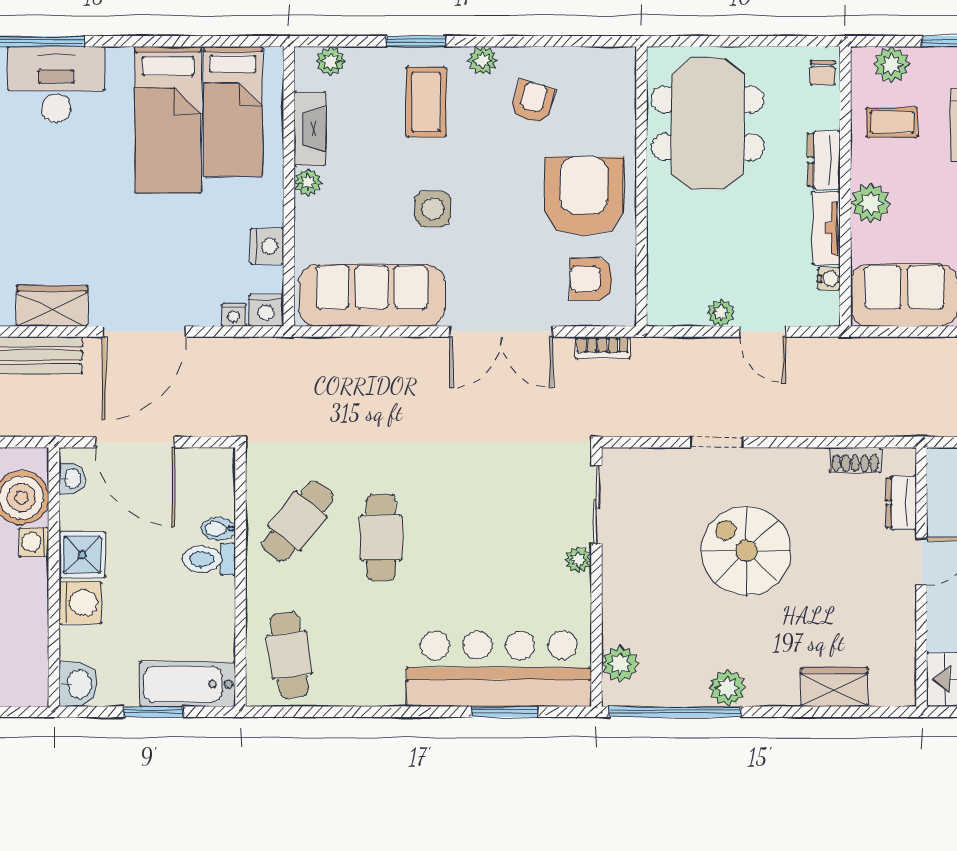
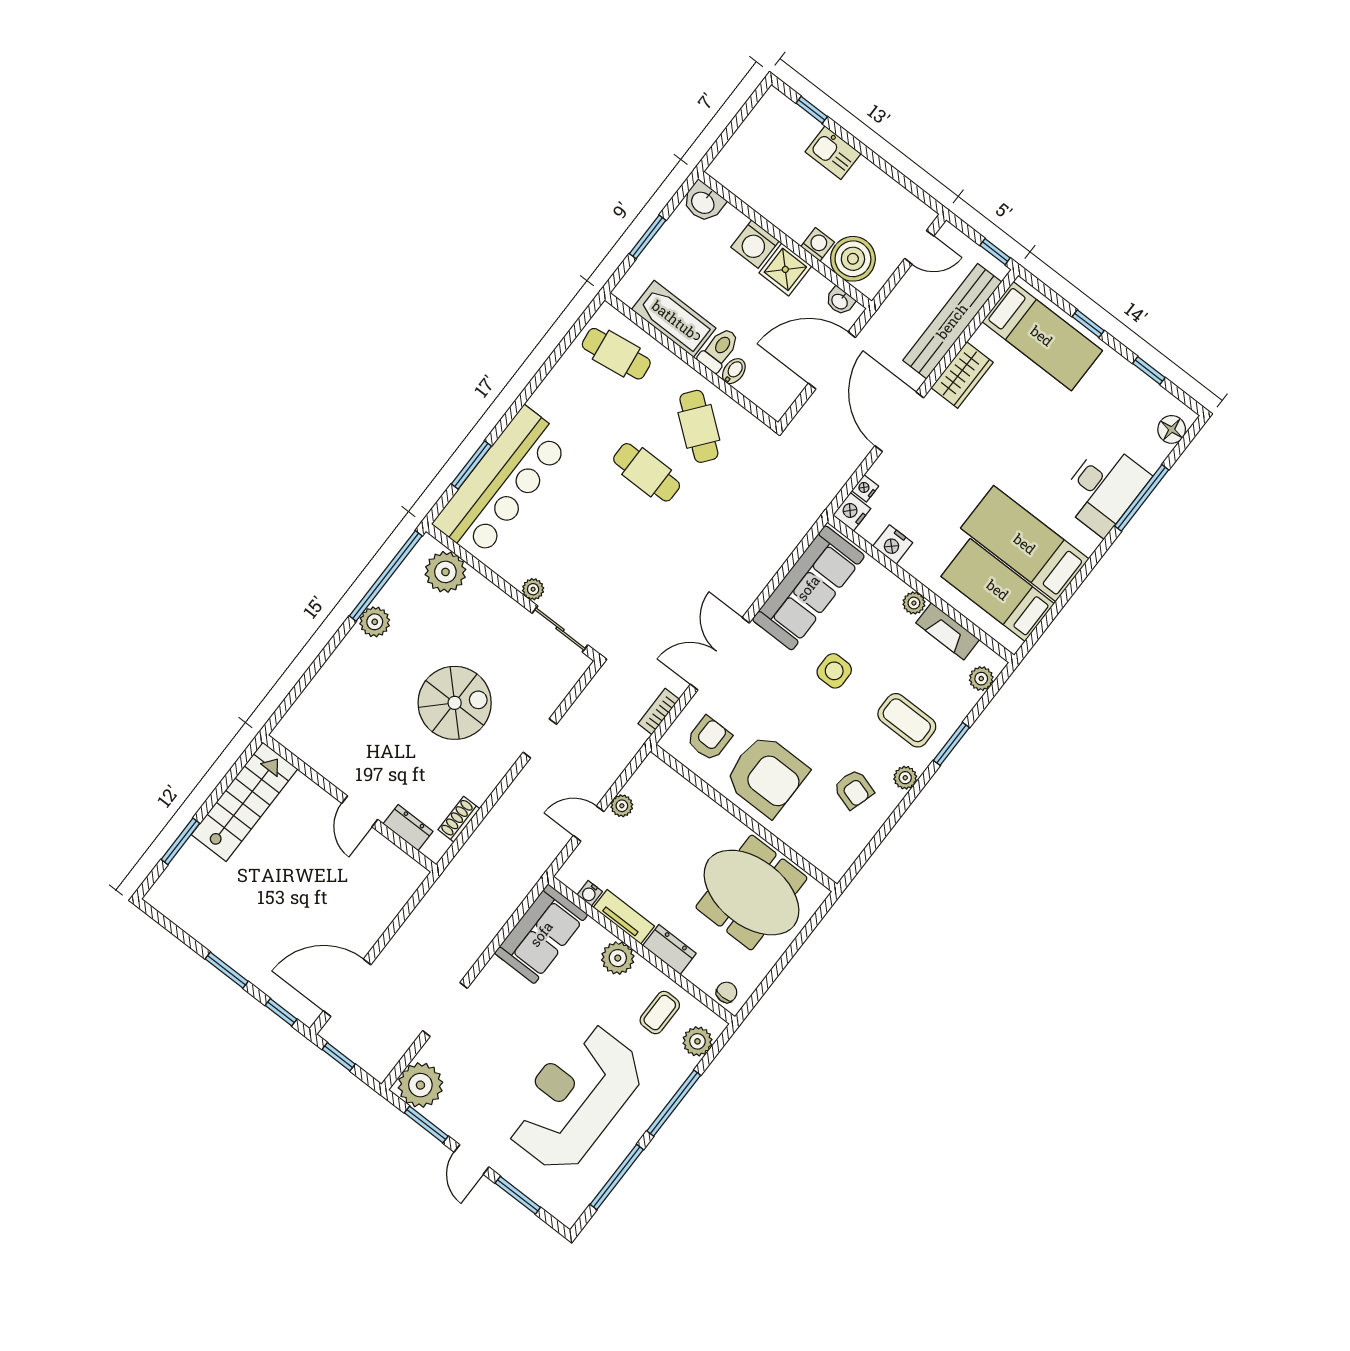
chair: (823, 73) -> (727, 992), turned 90
plant: (620, 664) -> (445, 572), width x1.36, depth x1.36
bathtub: (188, 684) -> (674, 319), moved, turned -90
wardrobe: (834, 687) -> (322, 692), removed

